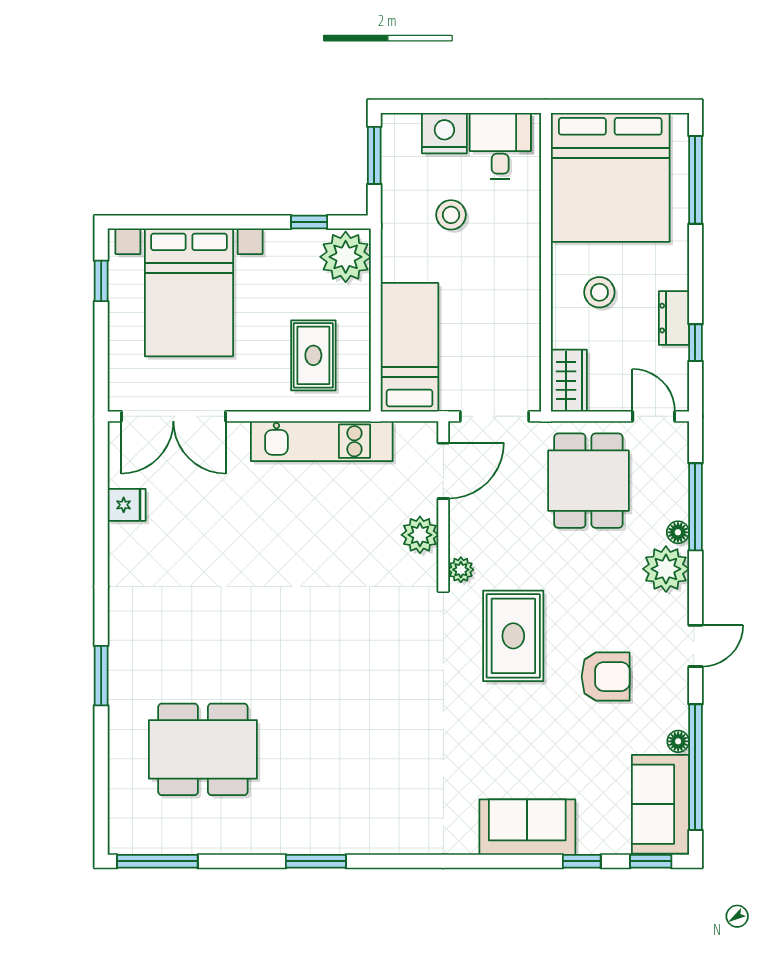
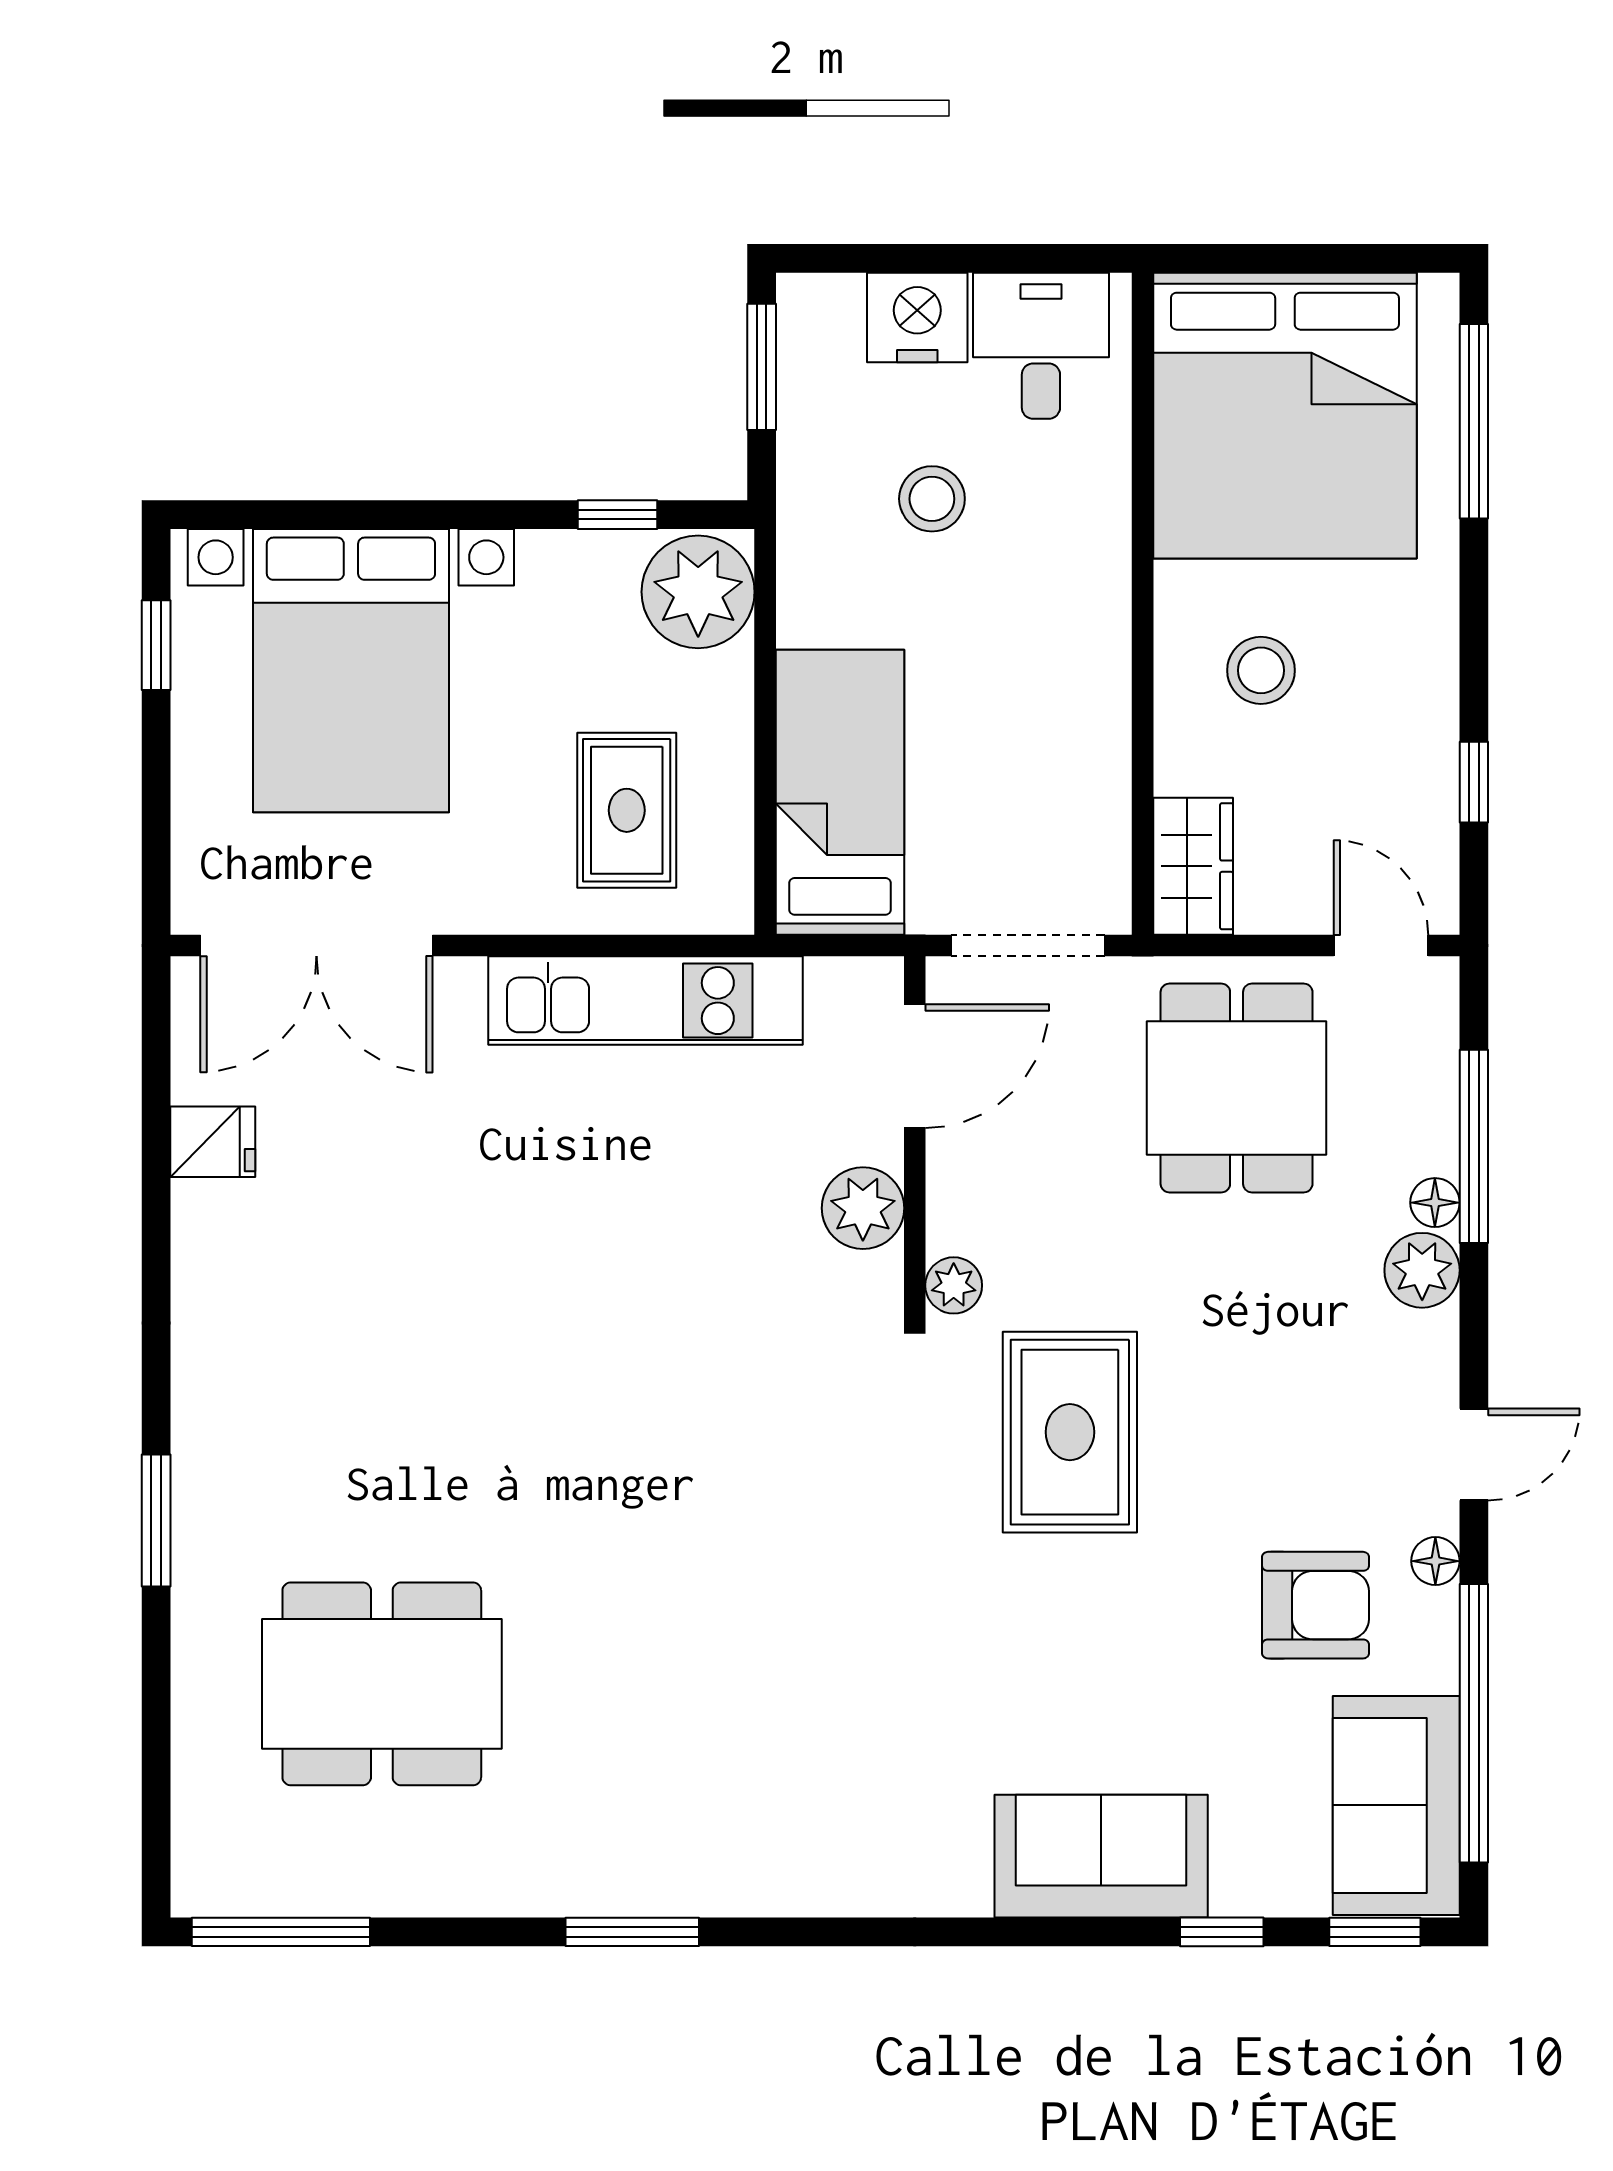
dresser: (674, 318) -> (1426, 728), removed
plant: (666, 569) -> (1422, 1270), width x0.73, depth x0.73
armchair: (606, 677) -> (1316, 1605), moved
floor lamp: (678, 741) -> (1435, 1561), moved

